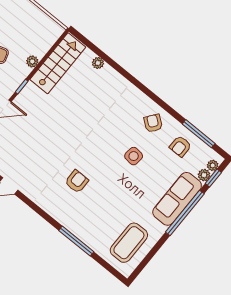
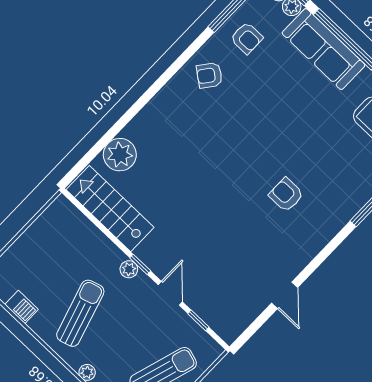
plant: (32, 61) -> (129, 269), moved
plant: (98, 63) -> (120, 155), width x1.88, depth x1.88
side table: (134, 156) -> (255, 108), removed

